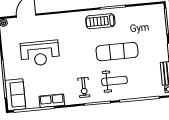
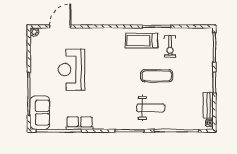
exercise mat: (117, 52) -> (157, 76), width x0.73, depth x0.69
reception desk: (40, 53) -> (71, 70), turned 90
exercise bike: (84, 87) -> (170, 46), moved

